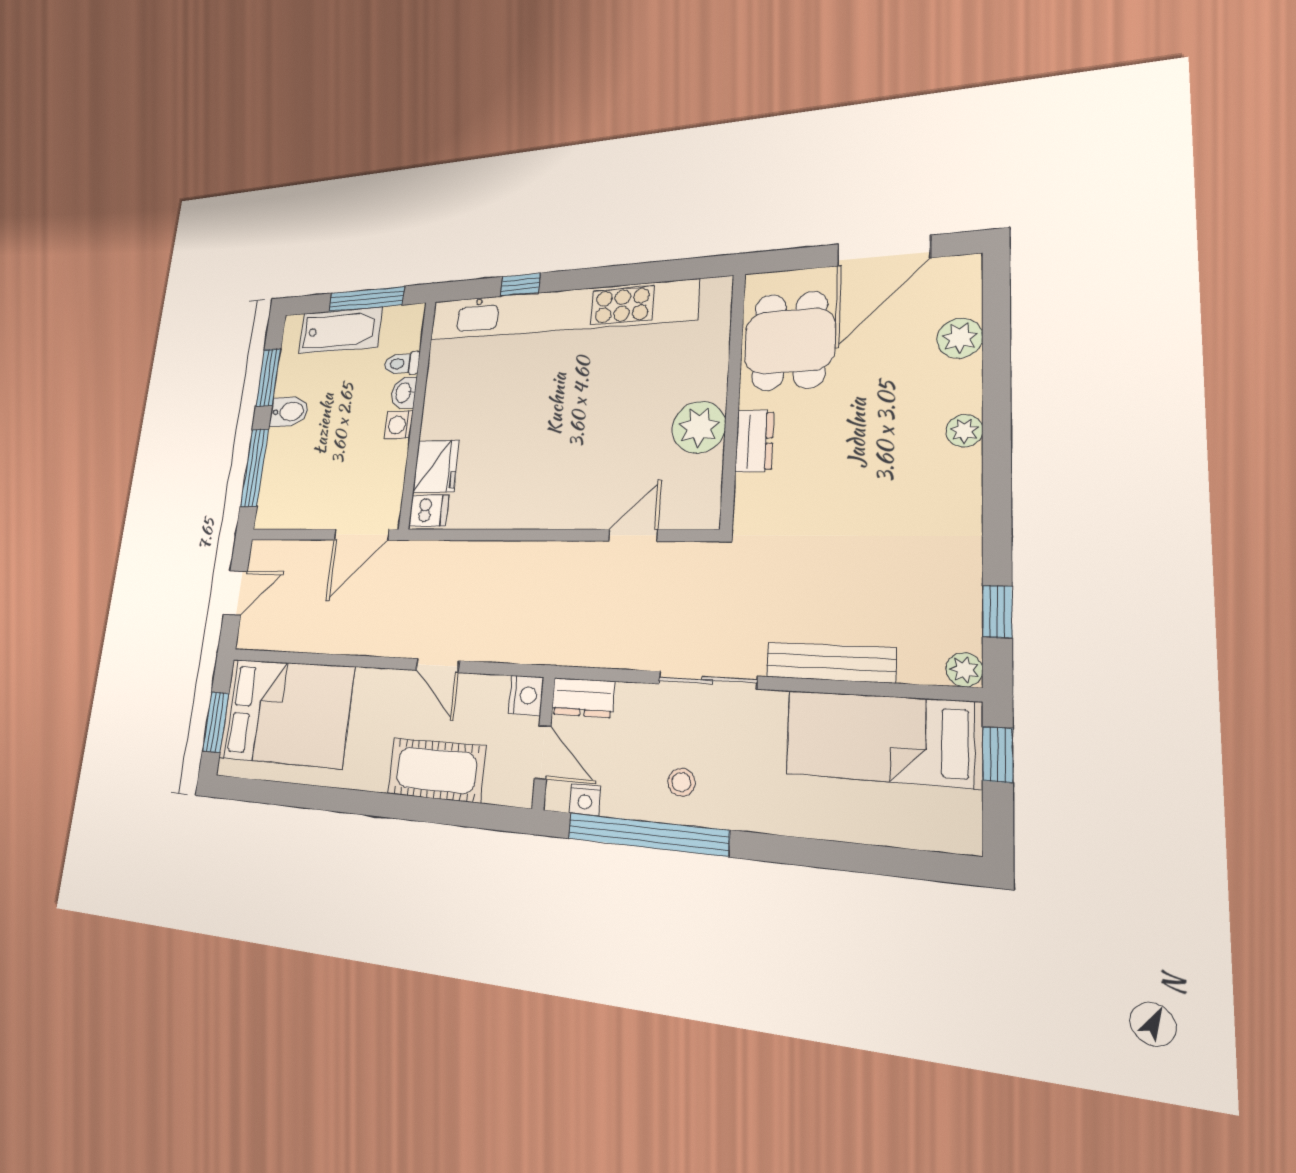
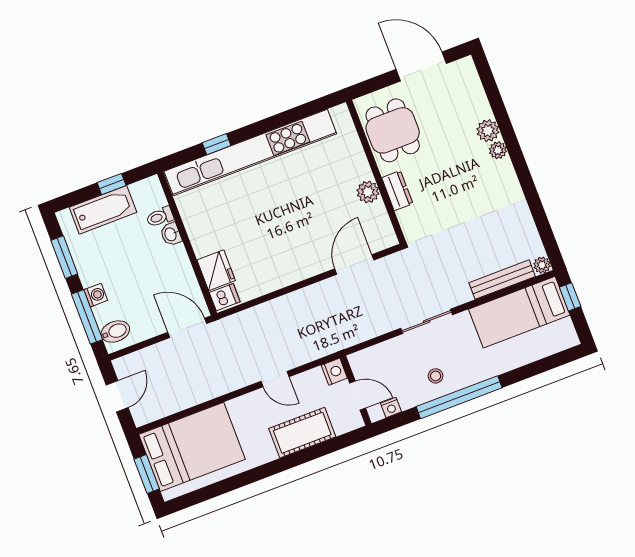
door: (884, 251) -> (421, 66), swing flipped
window: (366, 299) -> (112, 184), width x0.46
plant: (960, 338) -> (488, 131), moved
bidet: (289, 412) -> (115, 331), moved
washing machine: (399, 425) -> (96, 295), moved, turned 180
plant: (699, 427) -> (368, 192), width x0.73, depth x0.73
door: (361, 535) -> (187, 328), swing flipped
door: (633, 535) -> (354, 264), width x1.38
window: (997, 611) -> (546, 232), removed
bench: (830, 662) -> (502, 280), moved
dresser: (583, 698) -> (366, 359), removed
window: (647, 834) -> (459, 397), moved

